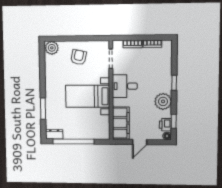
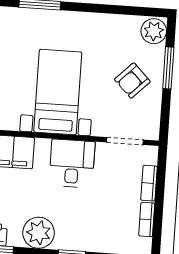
window: (70, 39) -> (168, 68), added
armchair: (79, 57) -> (132, 81), turned 123

